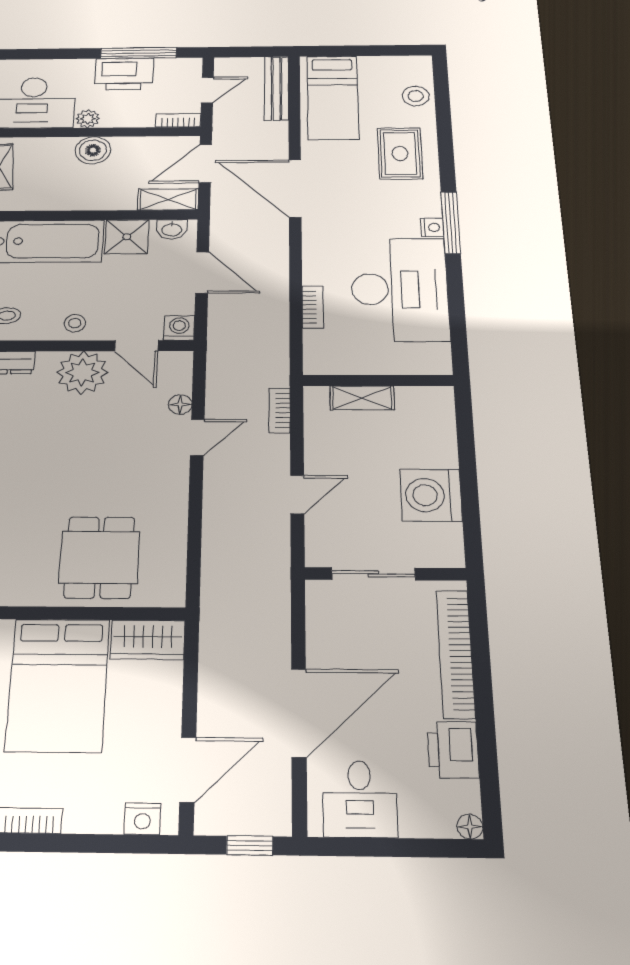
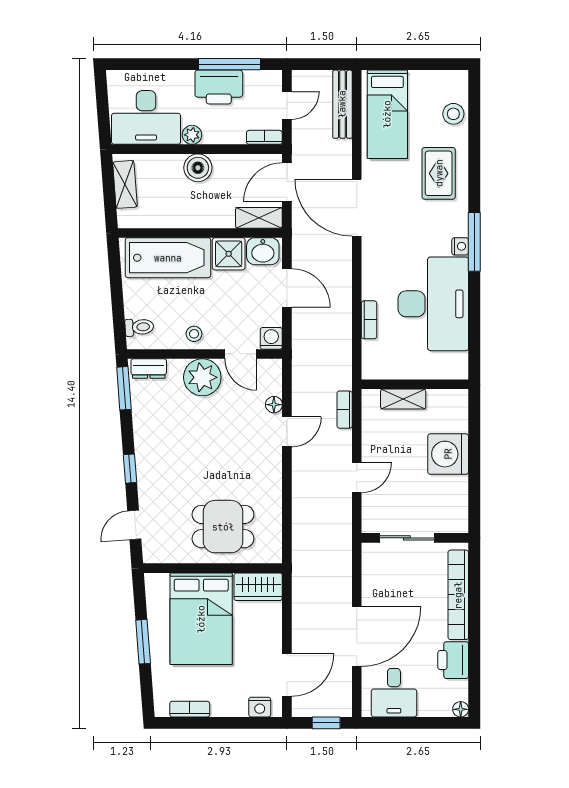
washbasin: (172, 229) -> (263, 251), width x1.38, depth x1.45
washing machine: (431, 495) -> (448, 454), moved
dining table: (99, 557) -> (223, 527), turned 90

